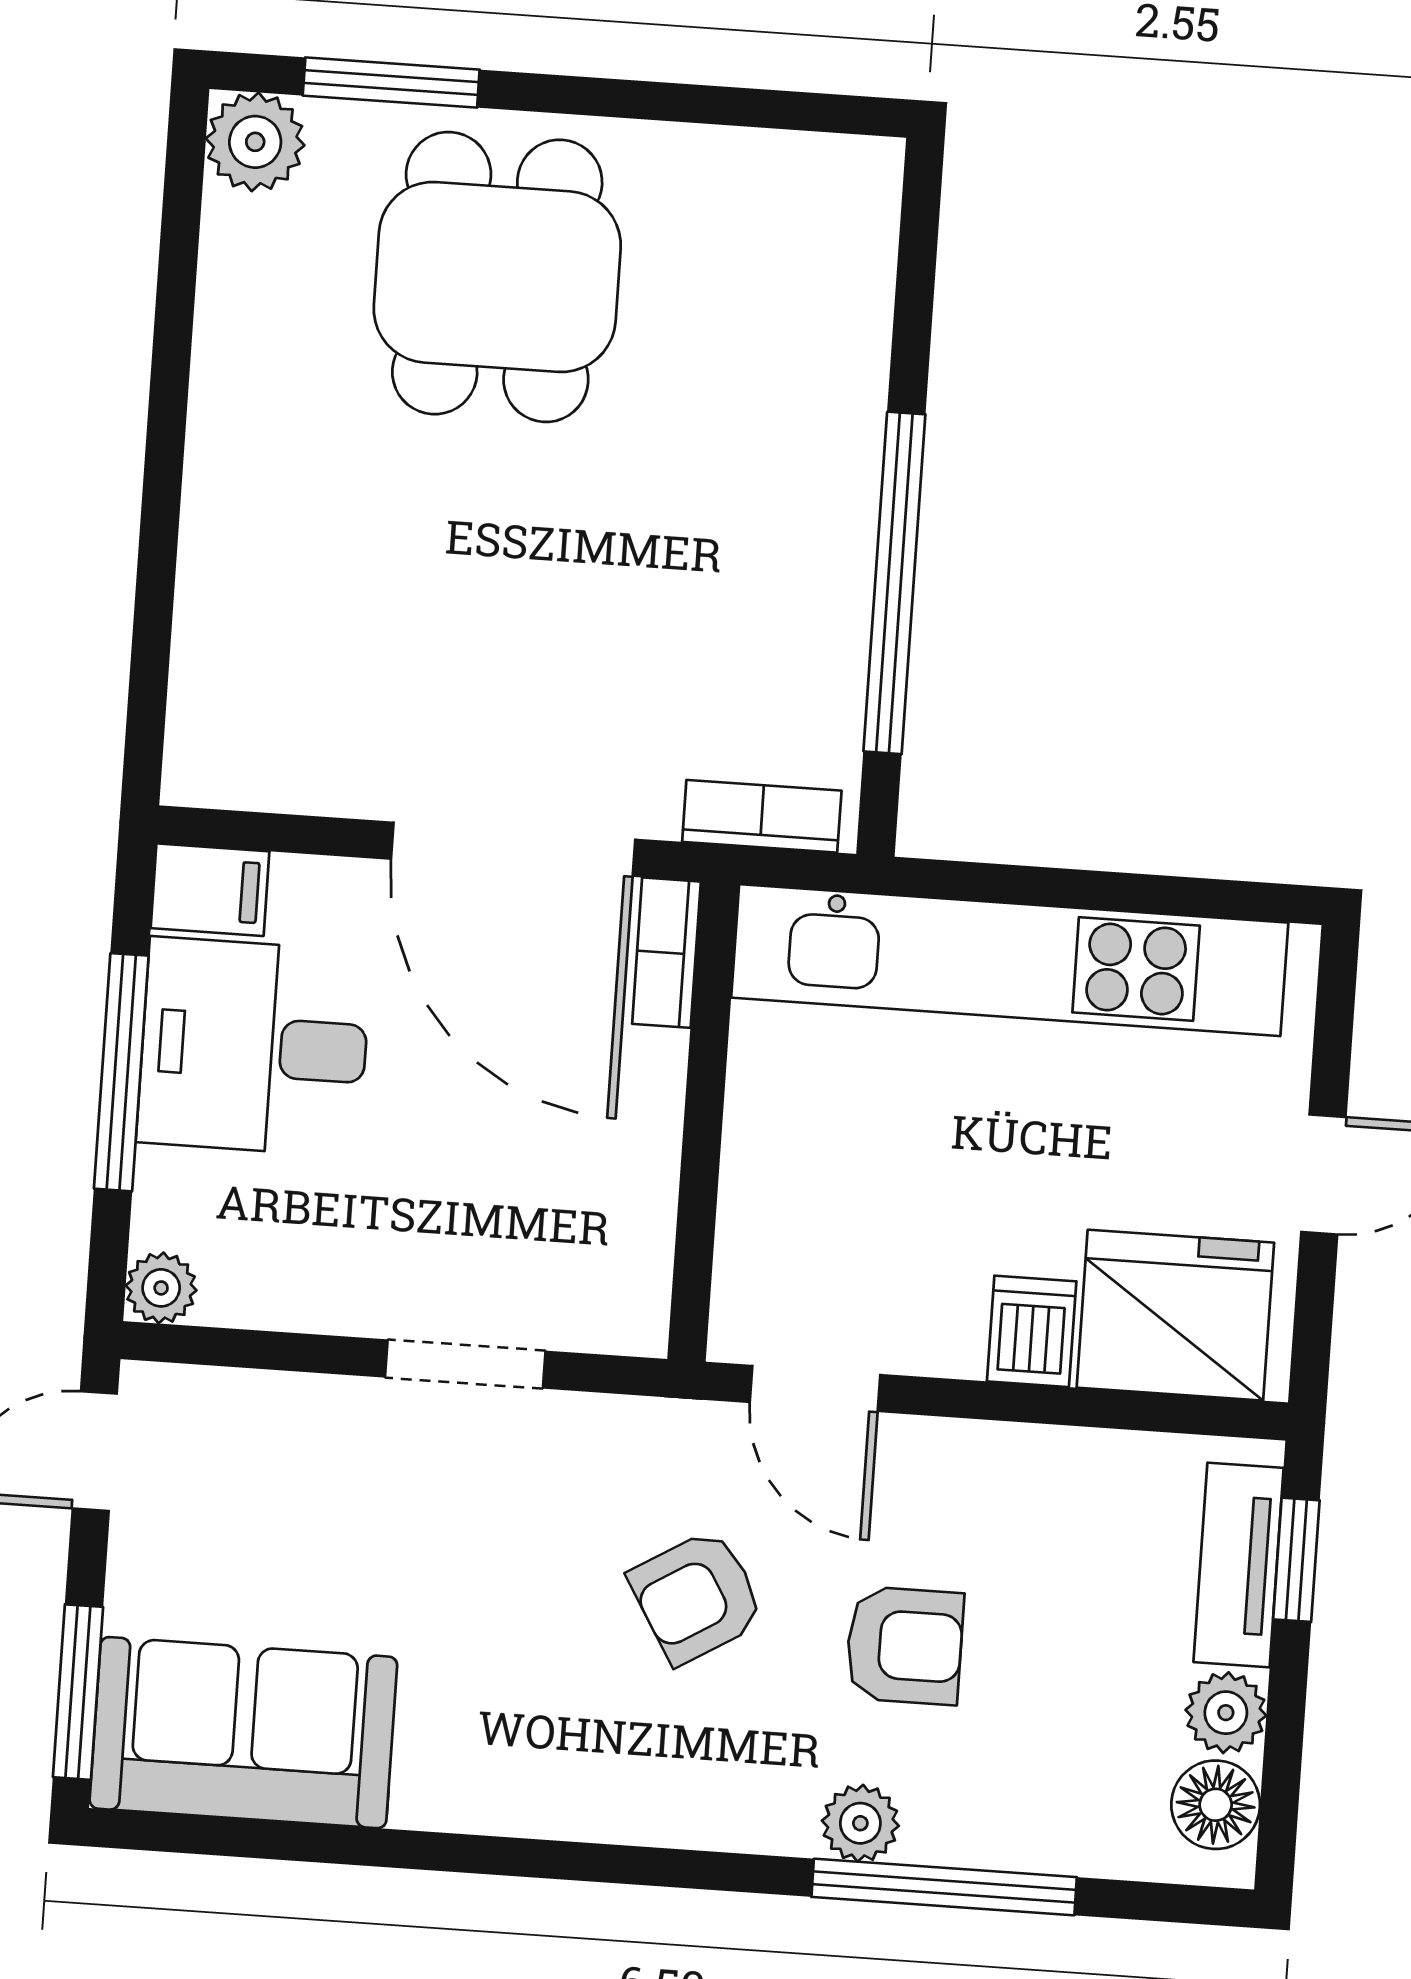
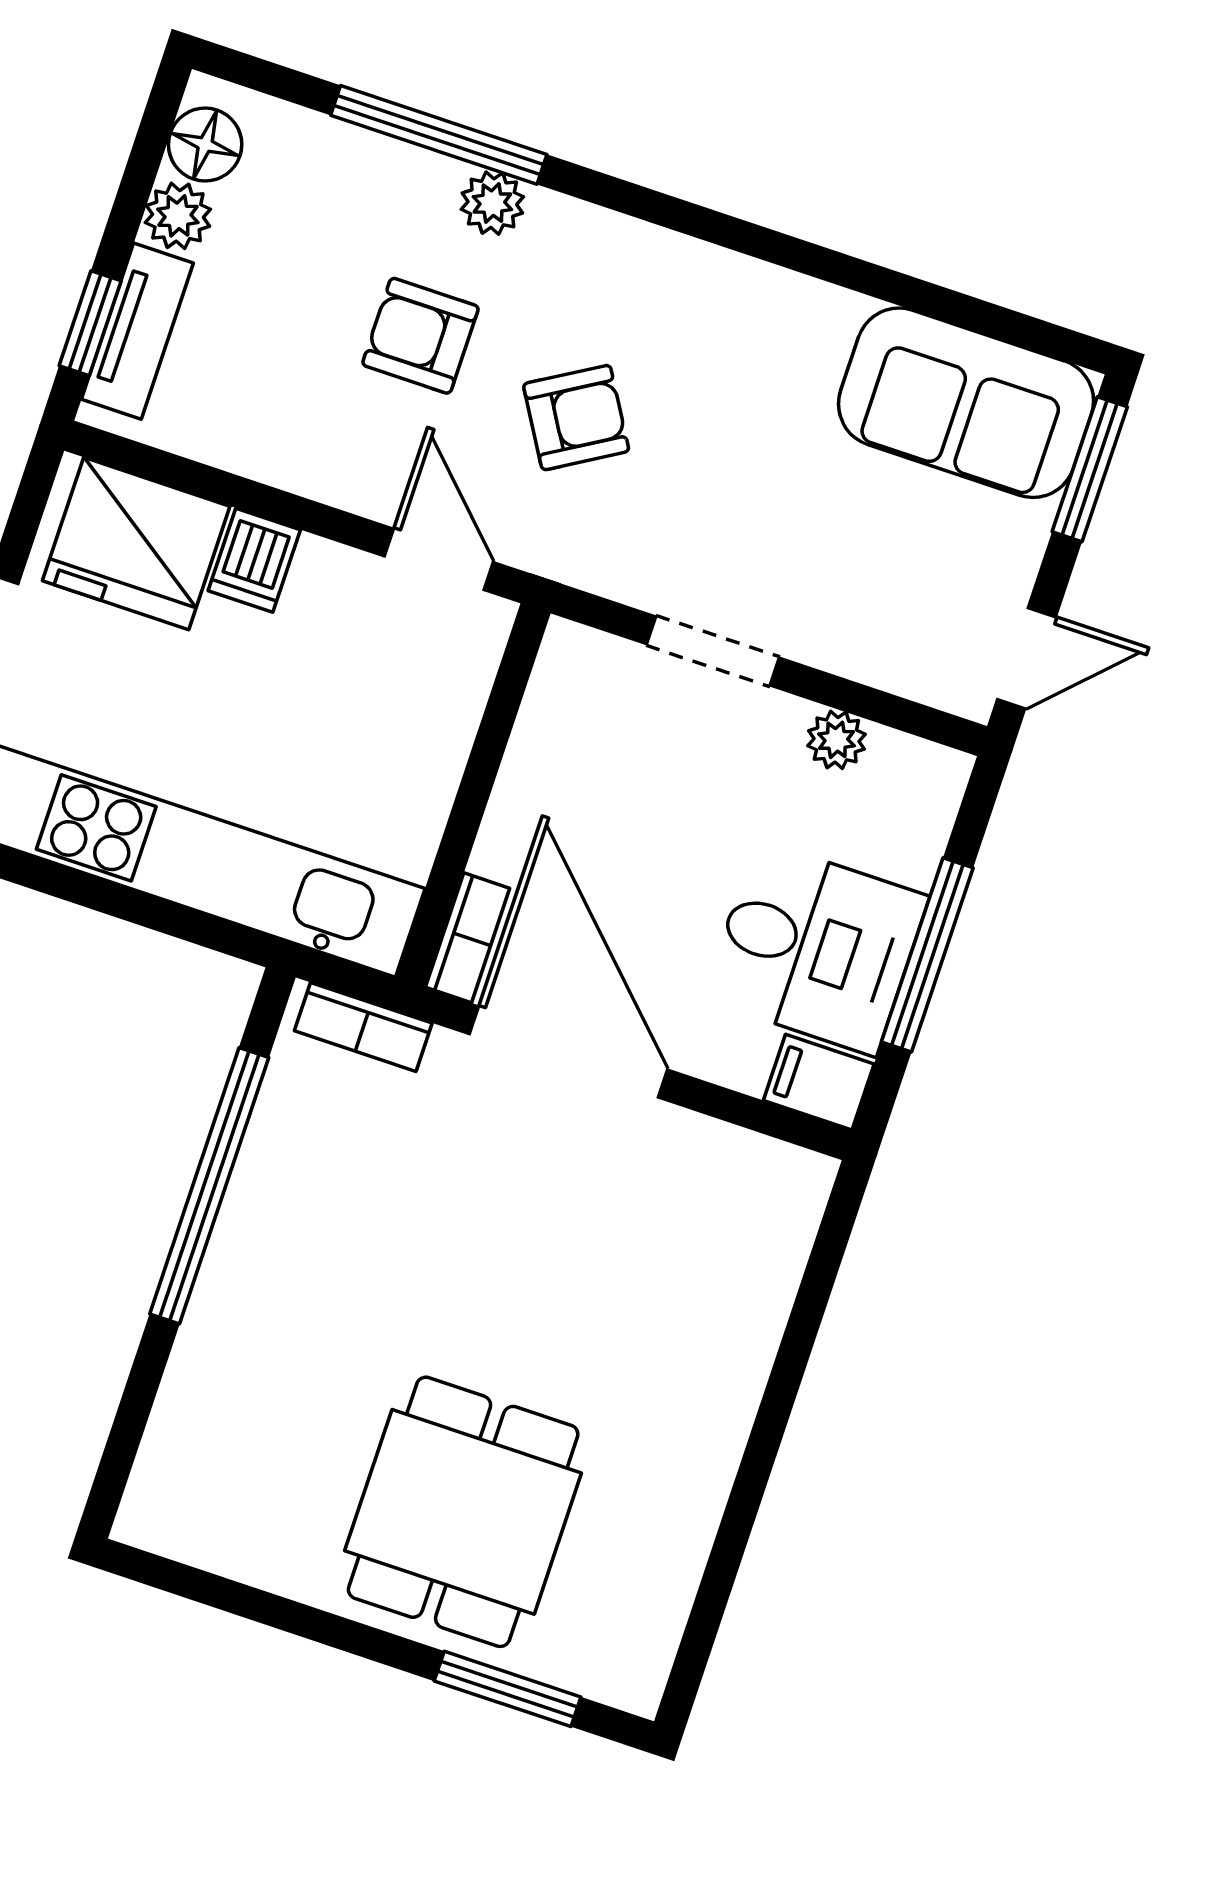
plant: (255, 142) -> (628, 1670), removed
plant: (161, 1288) -> (836, 740), moved

